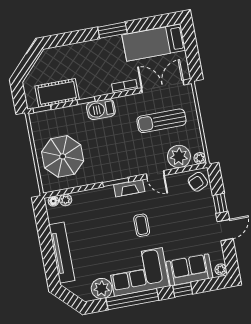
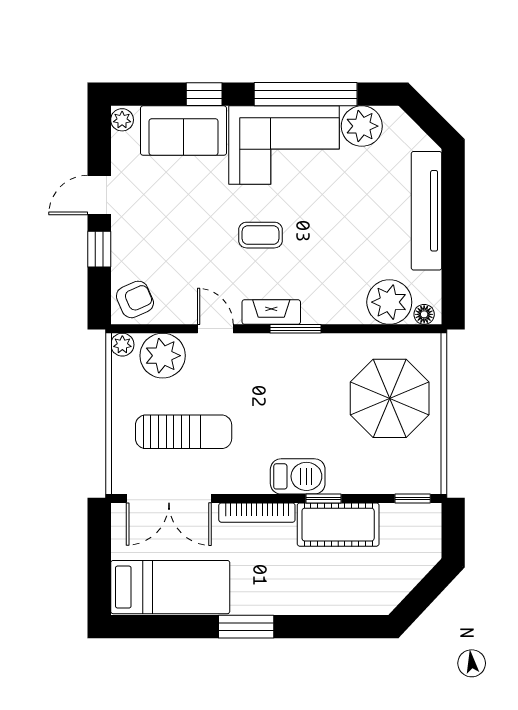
bookcase: (124, 86) -> (257, 513), width x1.56
cot: (57, 93) -> (338, 525), moved
plant: (66, 200) -> (389, 302), width x1.88, depth x1.88
coffee table: (142, 225) -> (261, 235), turned 90

